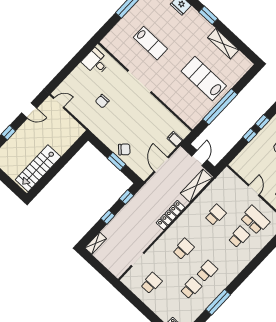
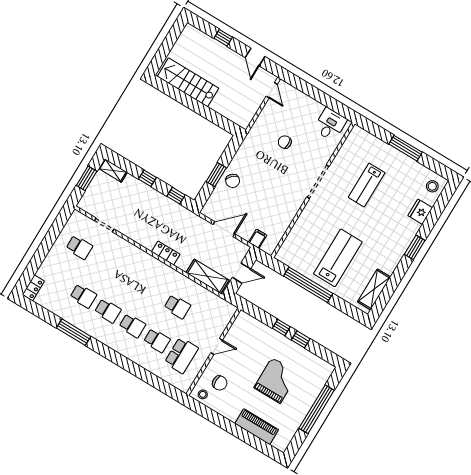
shelving: (223, 44) -> (374, 289), moved
locker: (171, 215) -> (166, 253), width x0.66
school desk: (183, 249) -> (132, 326), moved
window: (98, 266) -> (87, 178), added

